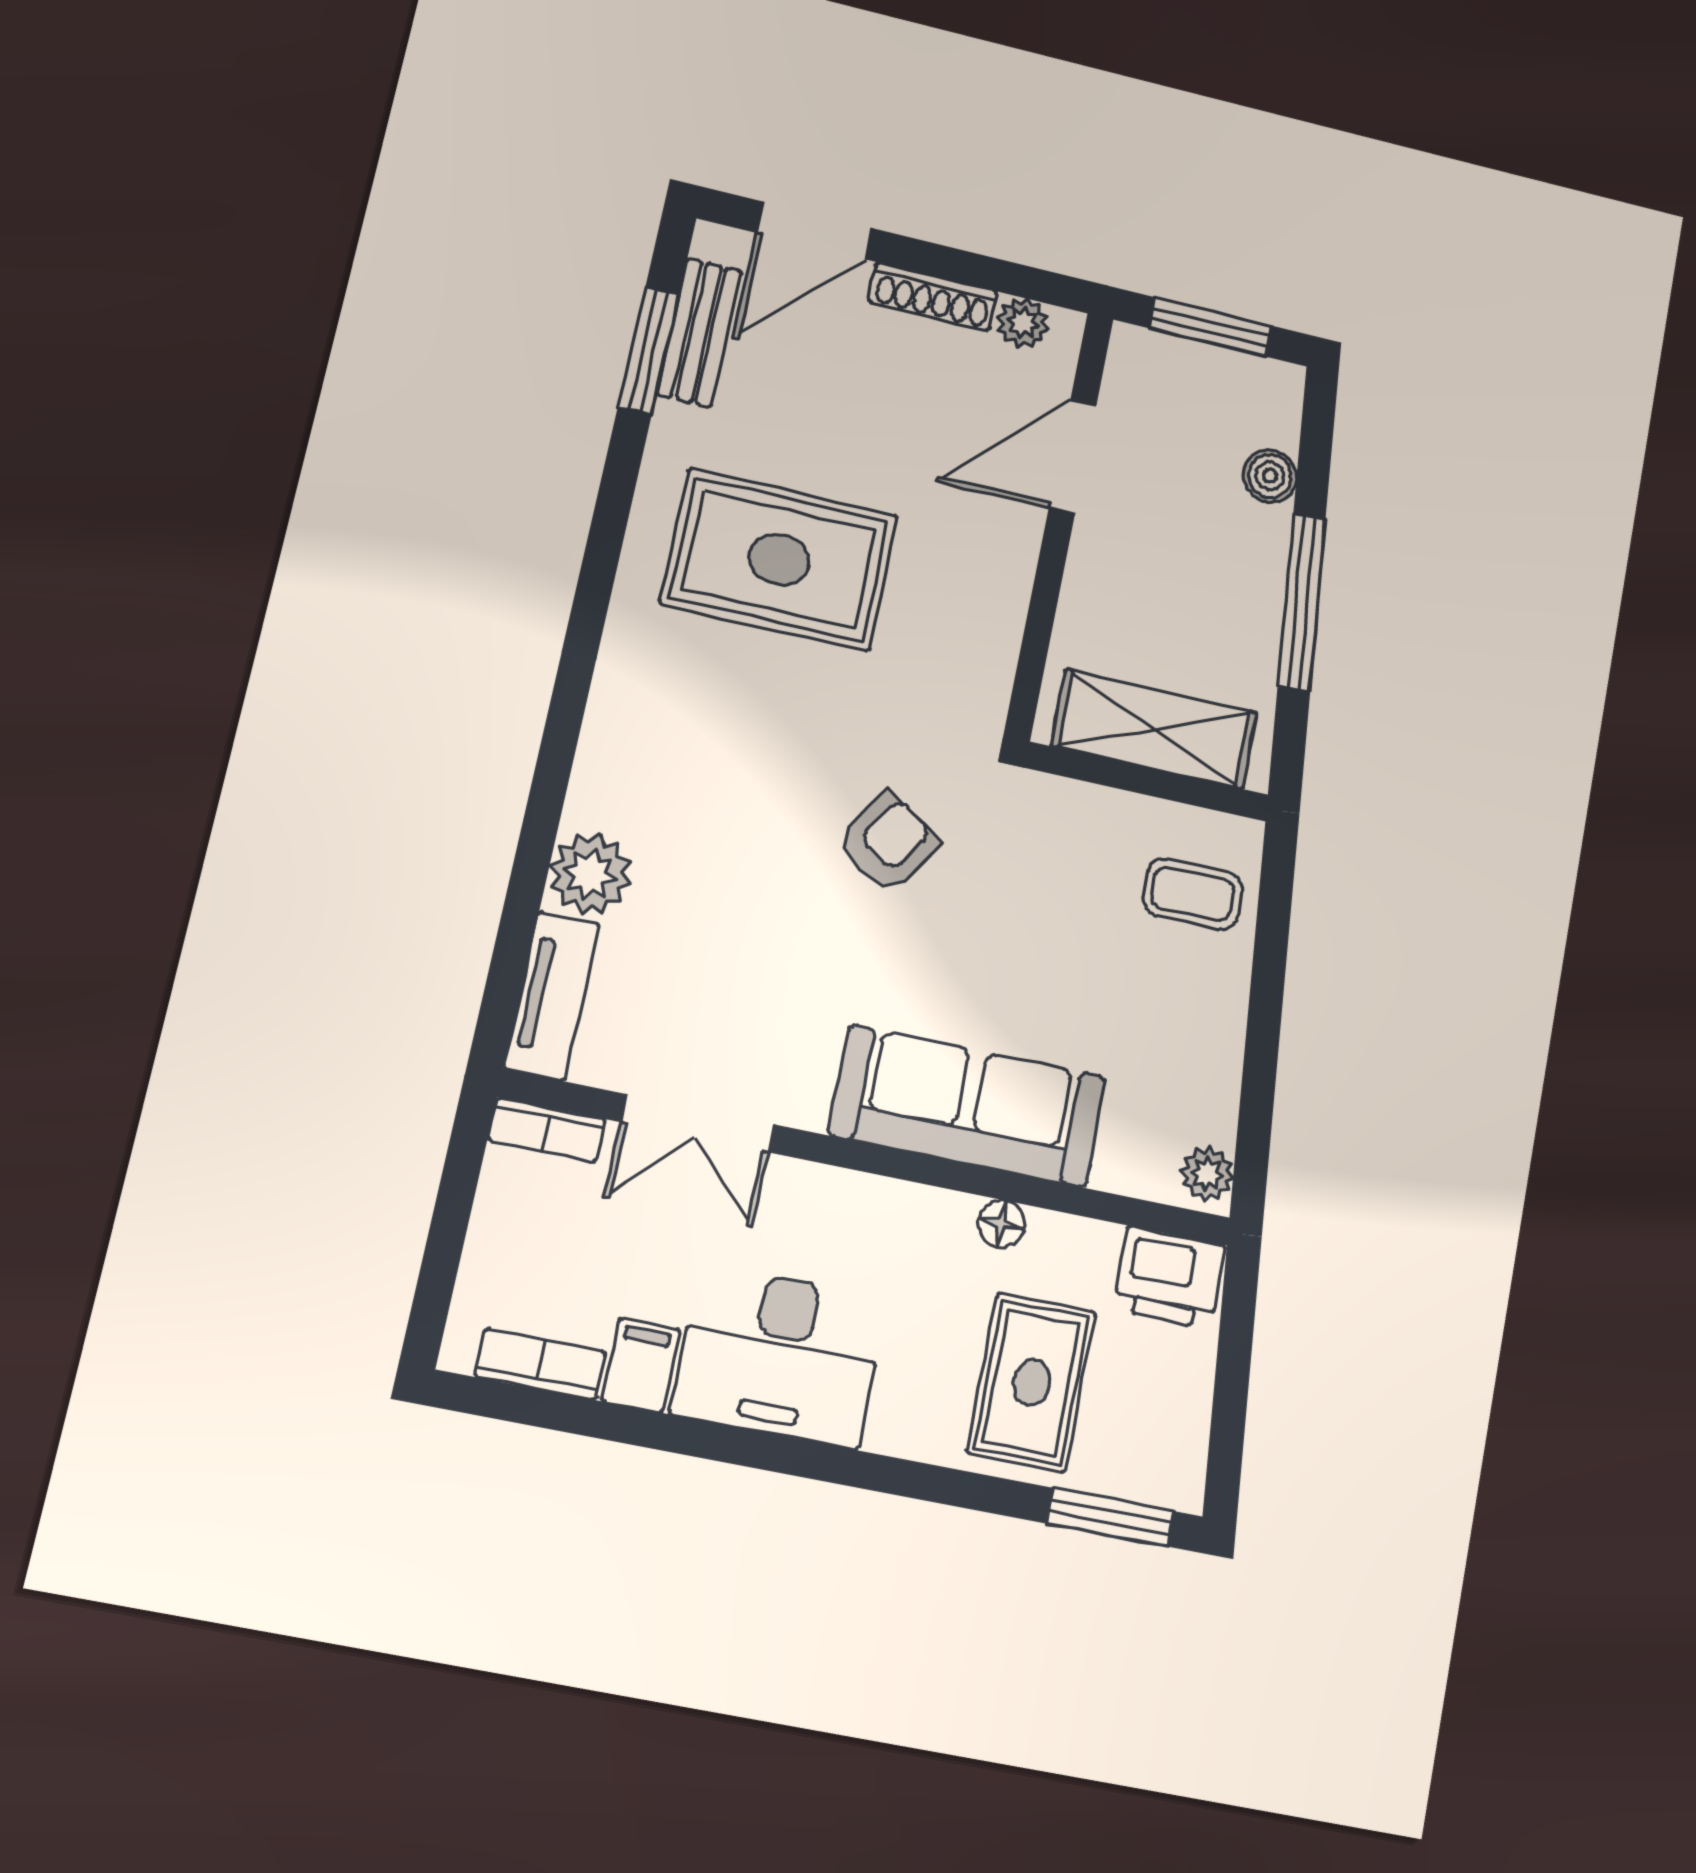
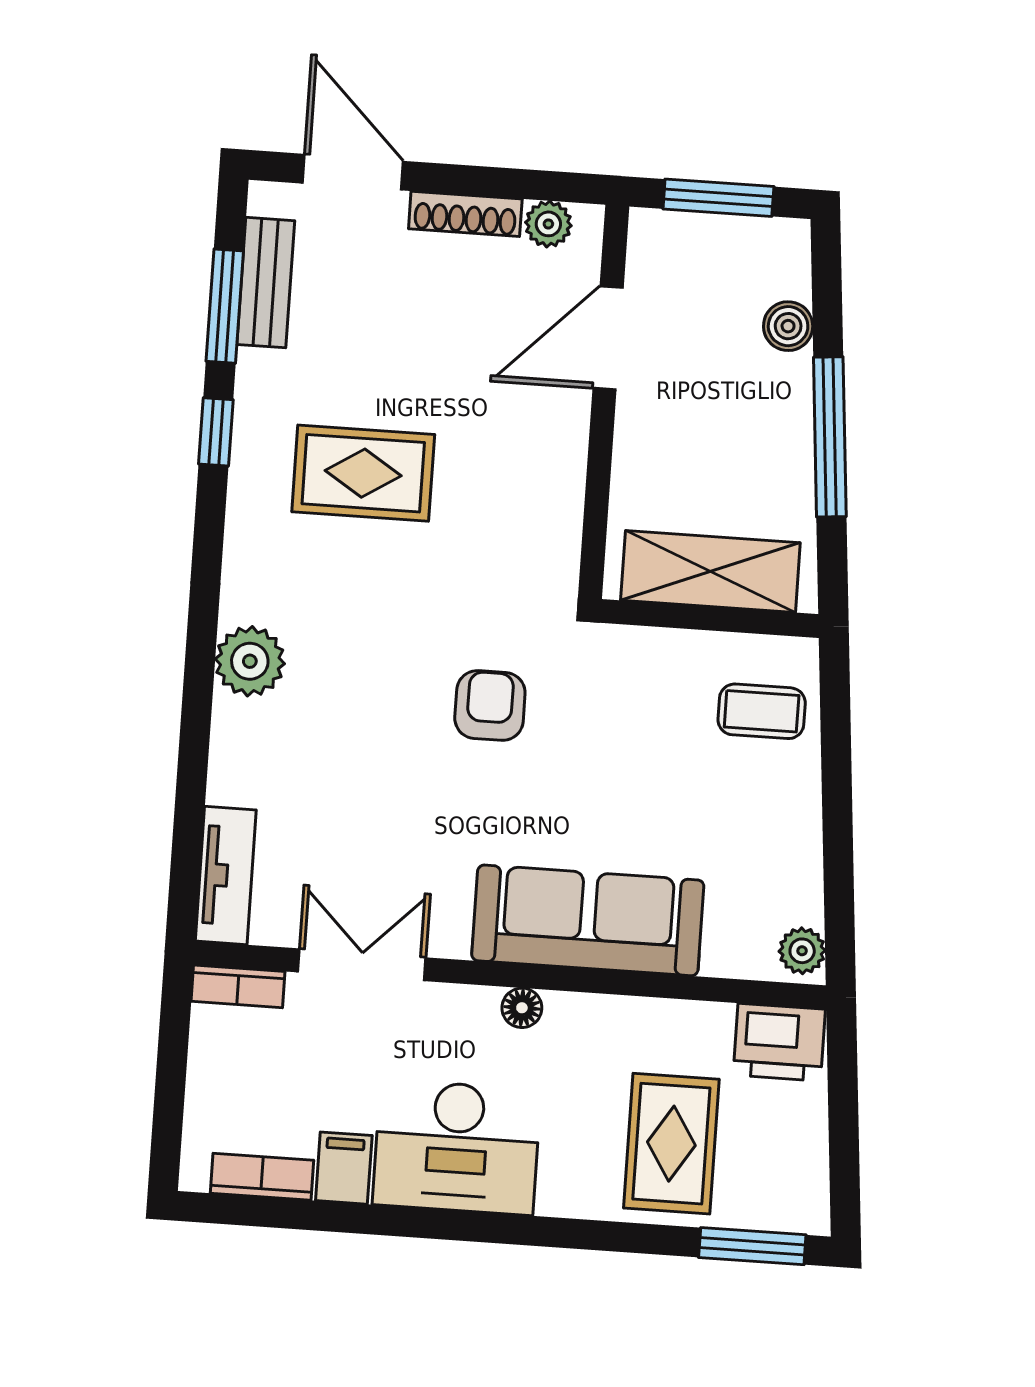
door: (814, 231) -> (353, 172), swing flipped
window: (617, 487) -> (216, 432), added
rug: (779, 560) -> (363, 473), width x0.73, depth x0.70
armchair: (888, 843) -> (490, 705), turned -33
plant: (590, 874) -> (250, 661), moved
double door: (697, 1123) -> (362, 965), swing flipped
floor lamp: (1001, 1224) -> (522, 1008), moved

